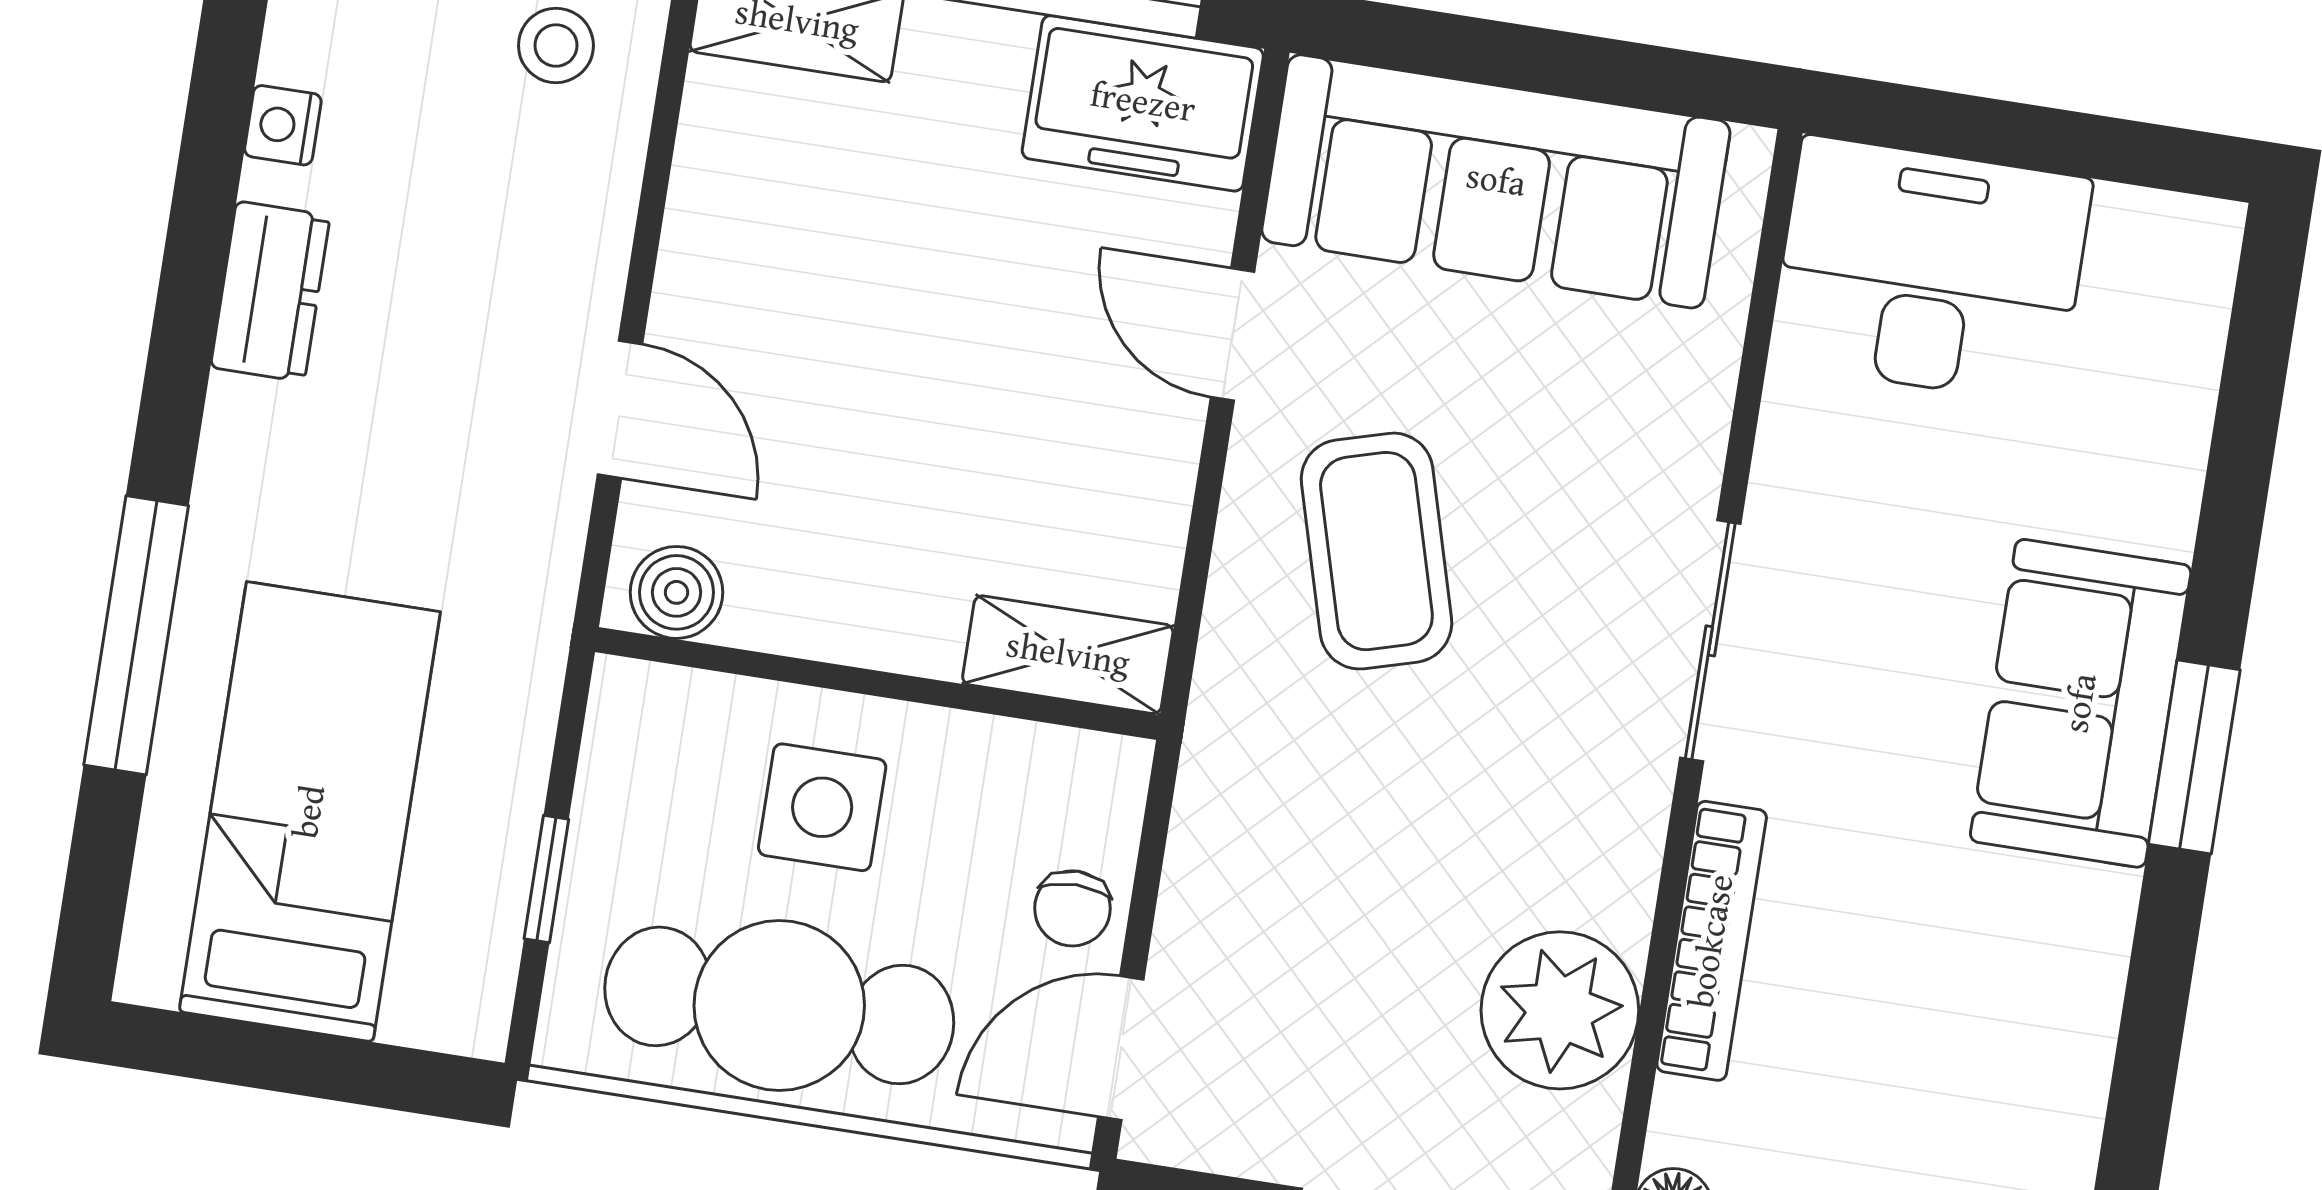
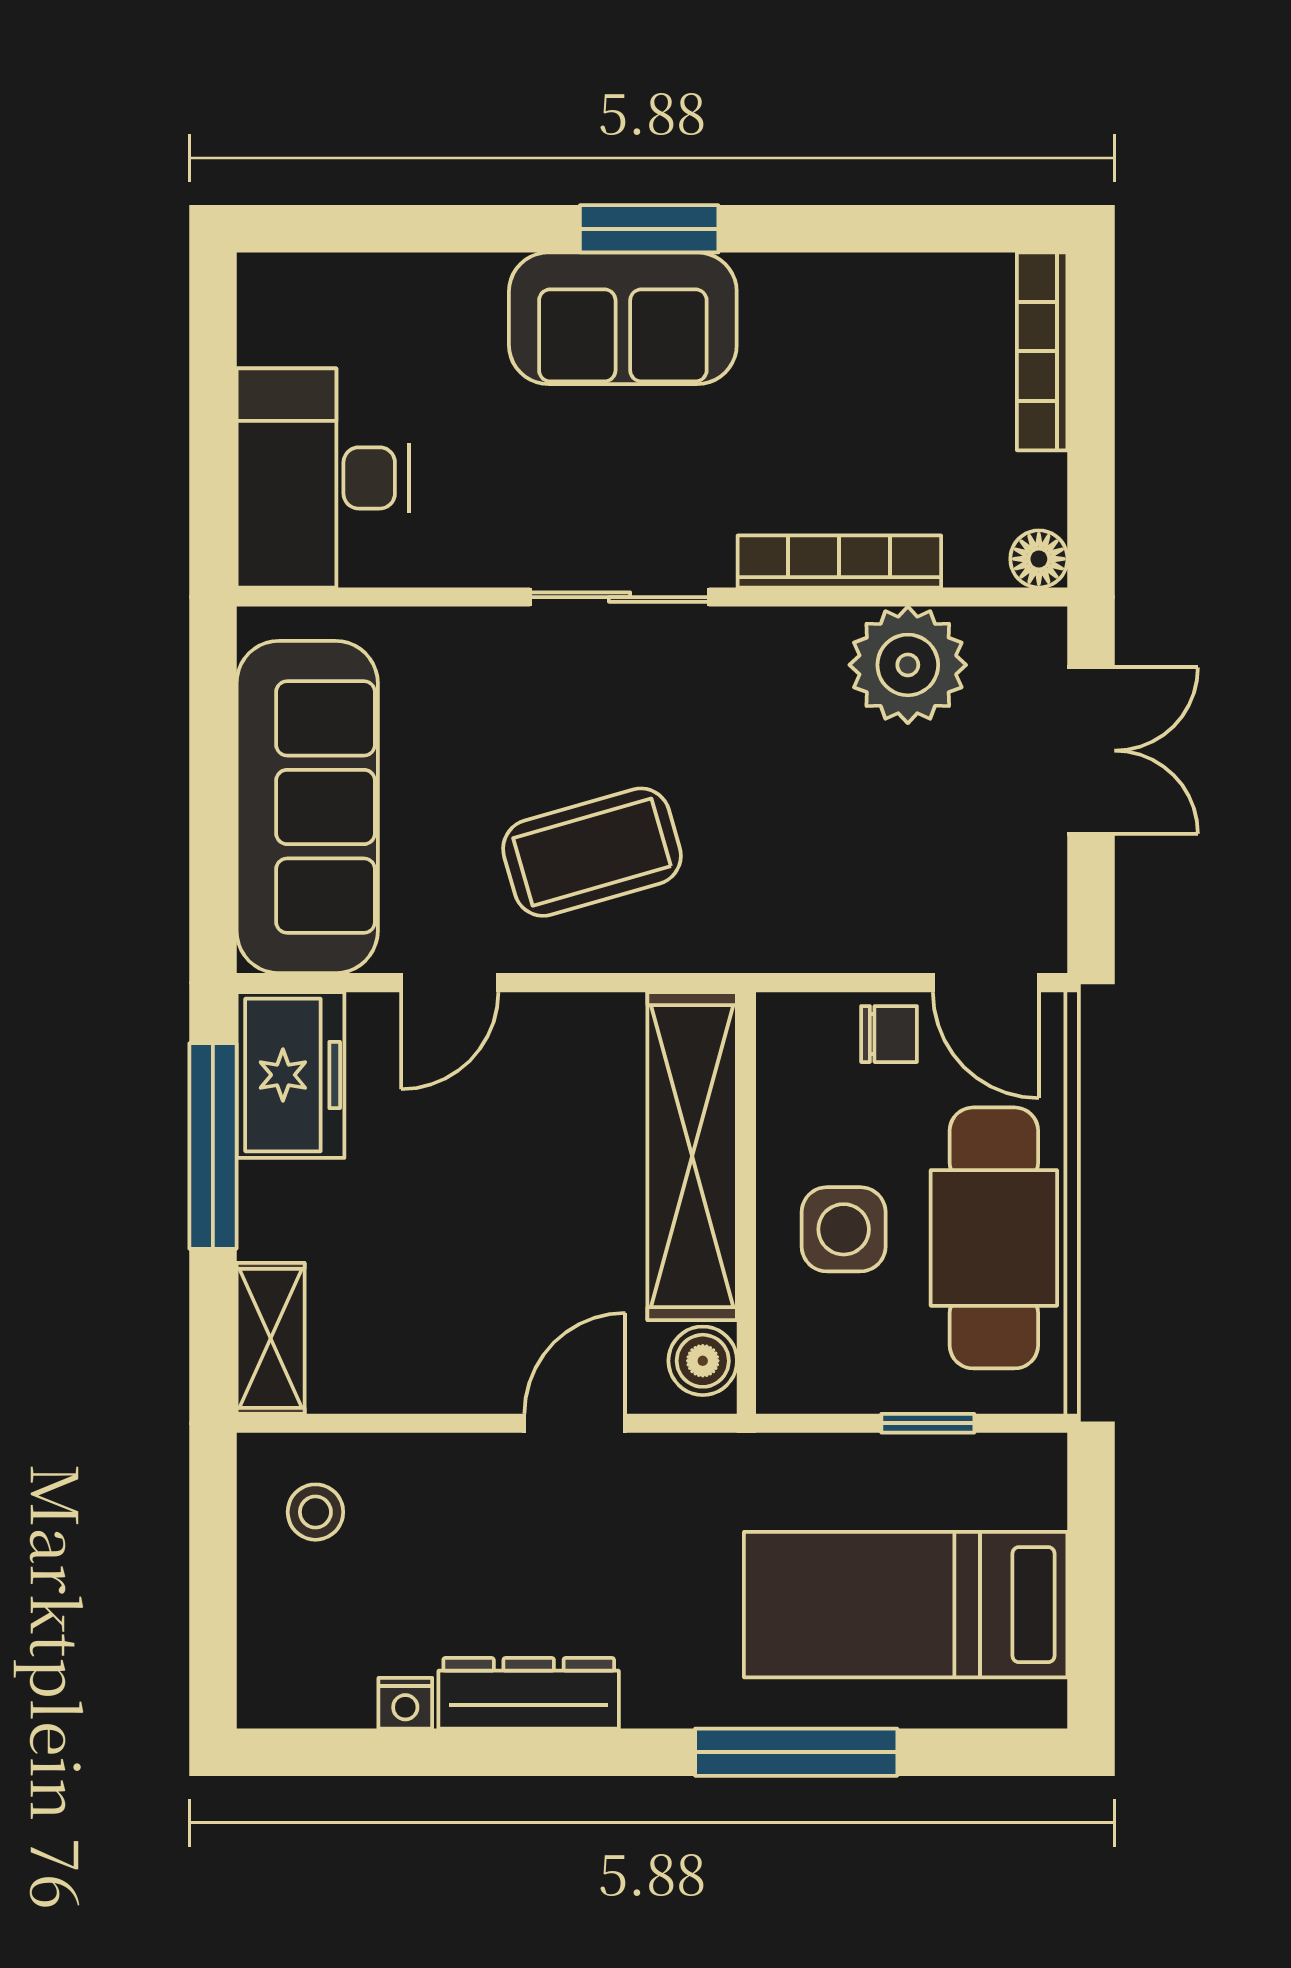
dresser: (270, 291) -> (529, 1693), width x1.44
shelving: (1068, 655) -> (692, 1156), width x2.20, depth x1.33

